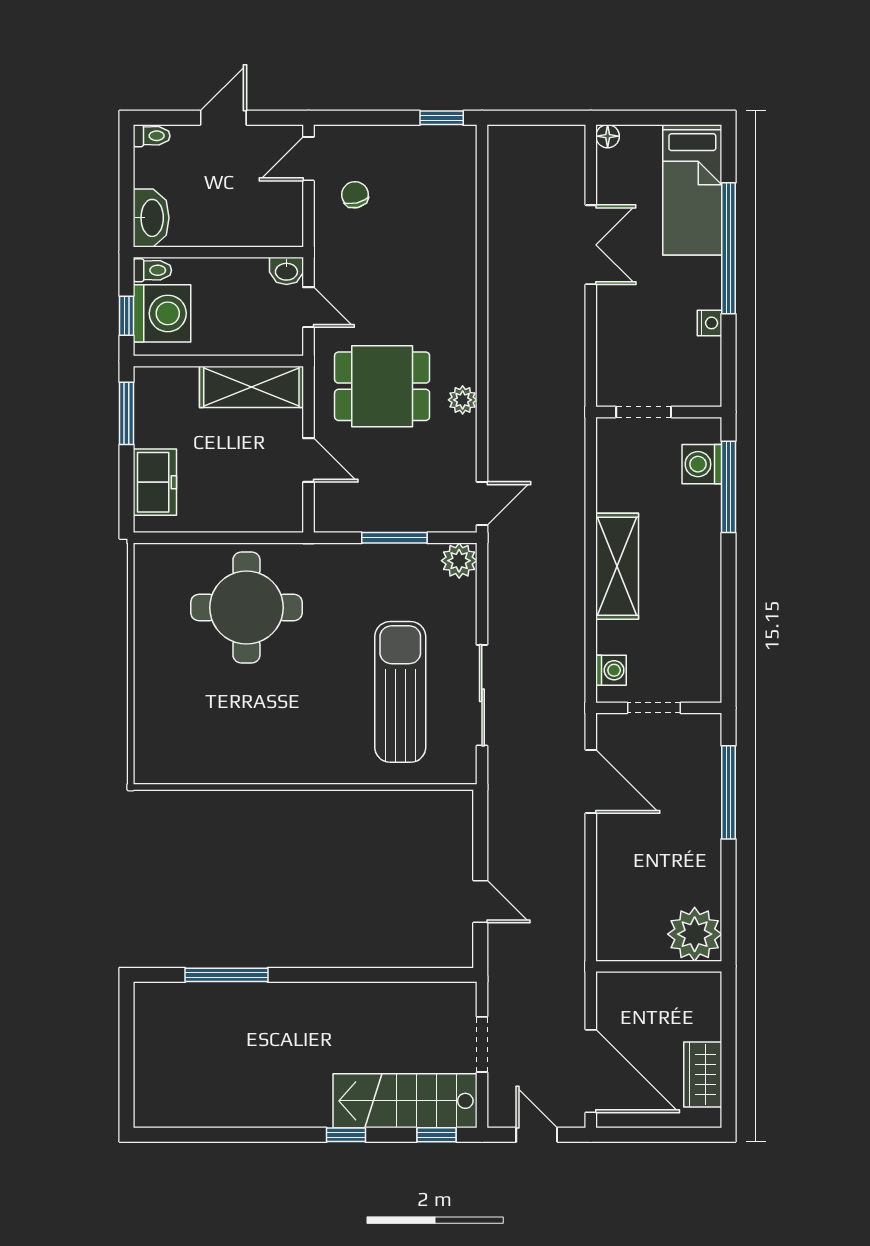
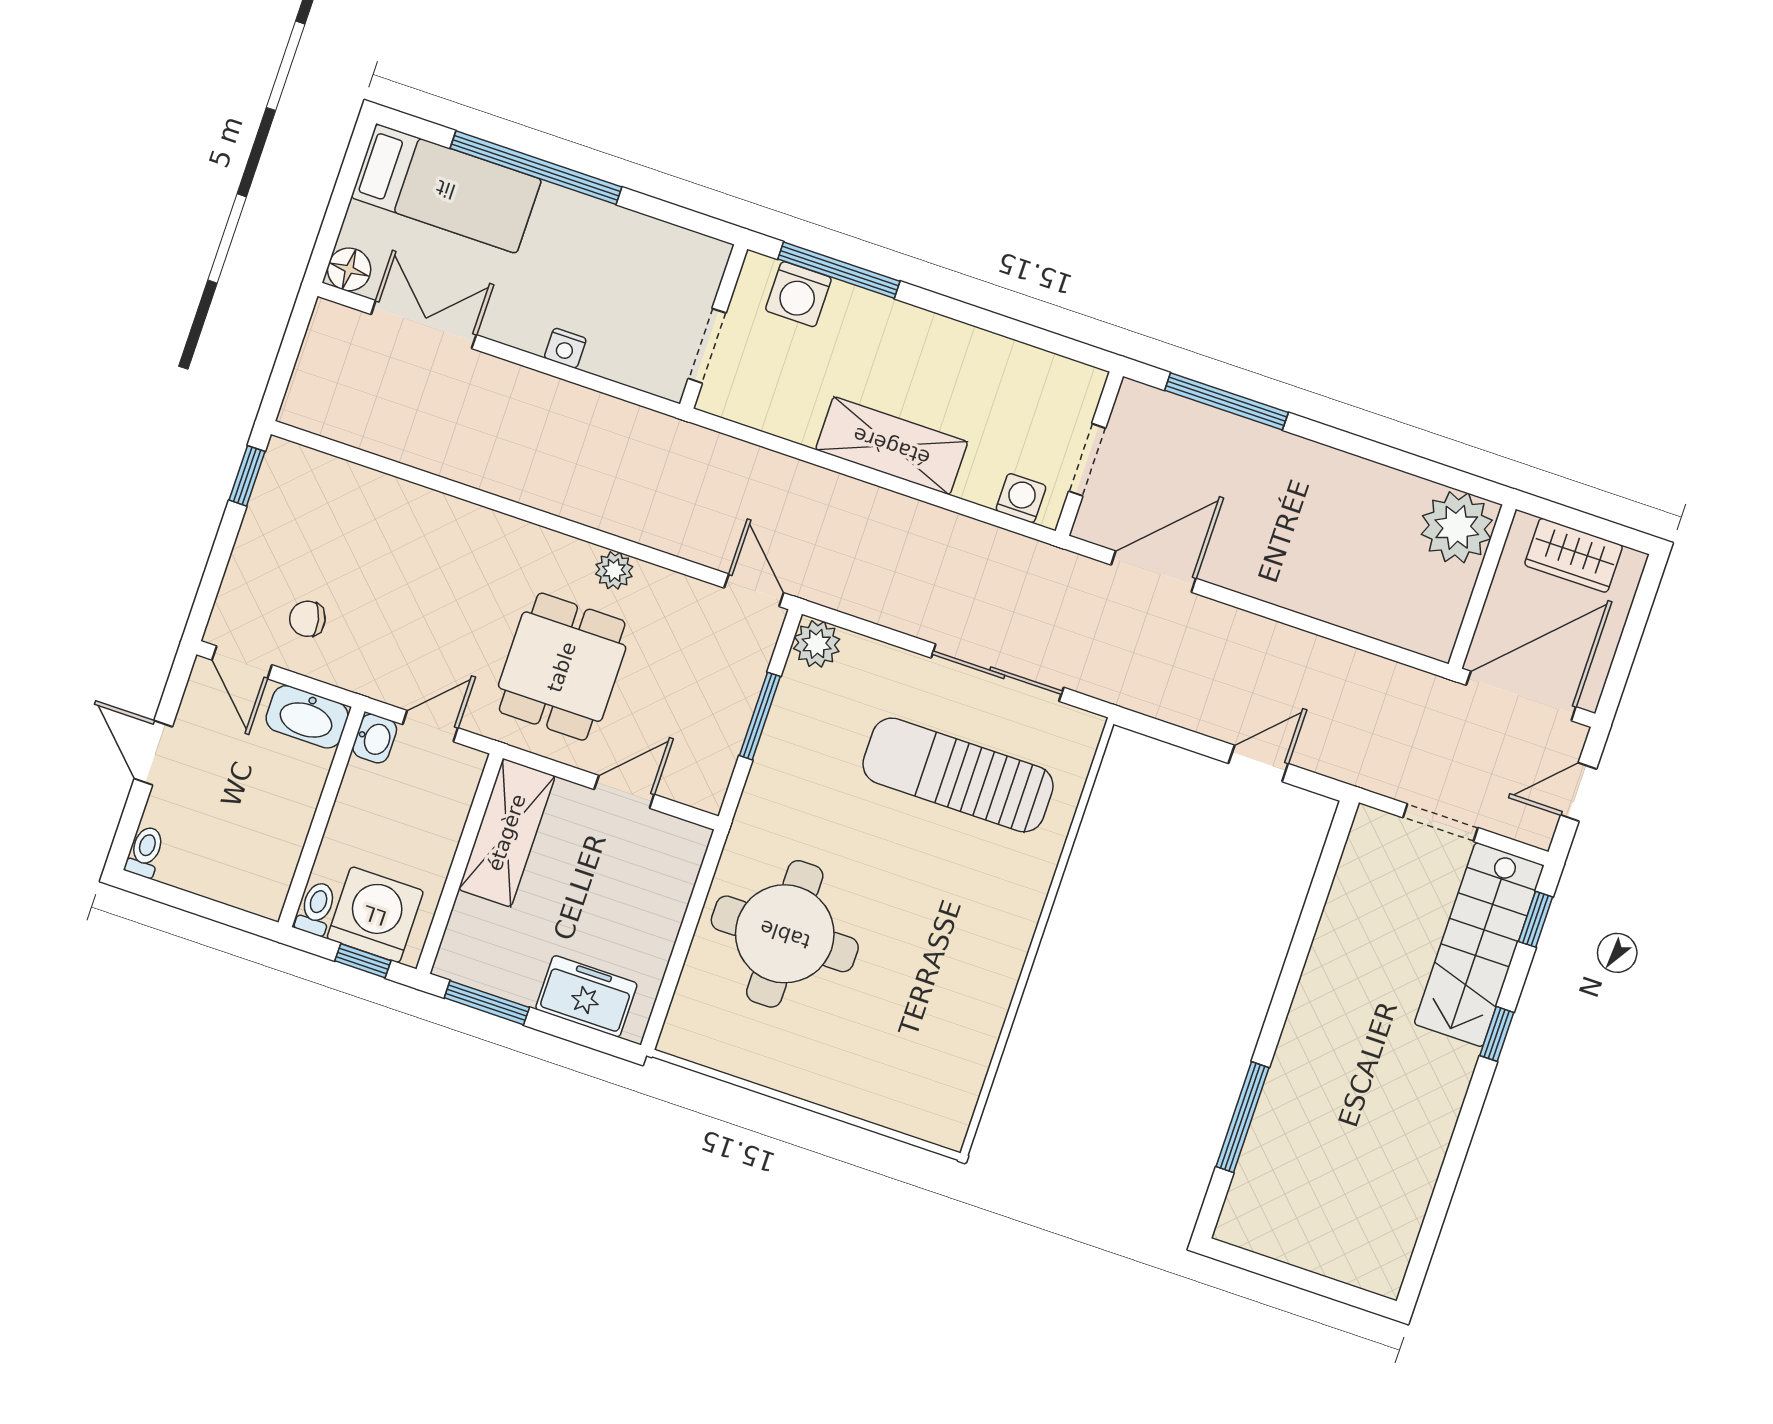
floor lamp: (608, 136) -> (349, 269), width x1.37, depth x1.37
washbasin: (151, 218) -> (307, 717), moved, turned 180
double door: (591, 245) -> (424, 325), moved
nightstand: (710, 323) -> (565, 348), moved, turned 180
plant: (695, 934) -> (1457, 527), moved
wall: (659, 966) -> (1482, 587), moved

